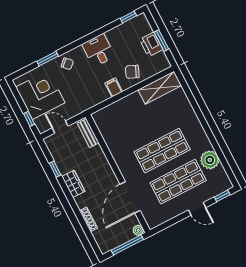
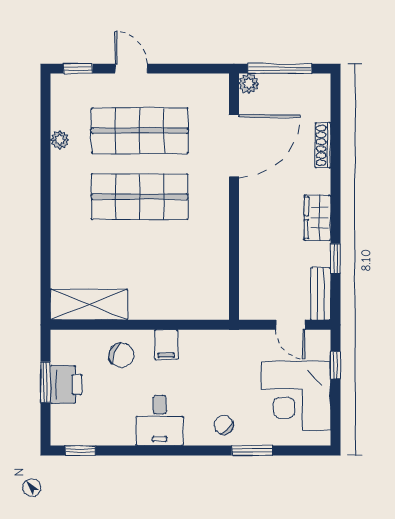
bench: (88, 133) -> (321, 294), moved
plant: (210, 160) -> (60, 140), width x0.53, depth x0.53

